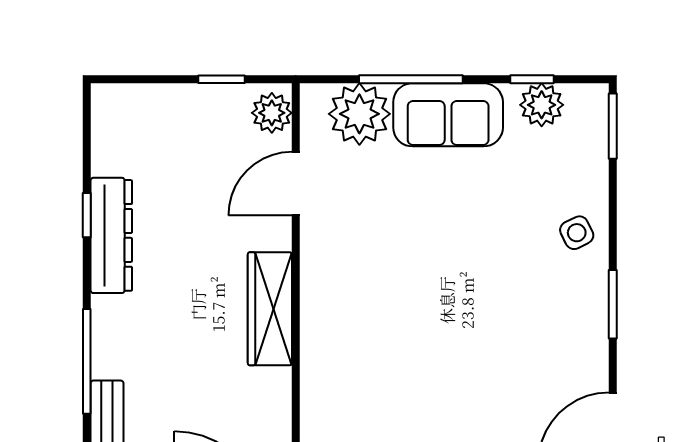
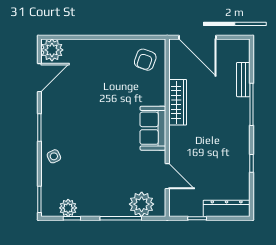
plant: (272, 113) -> (177, 205), removed
sofa: (448, 115) -> (153, 128), moved, turned -90
door: (296, 184) -> (167, 176), hinge flipped
dresser: (111, 235) -> (227, 208), moved, turned 90
wardrobe: (270, 309) -> (178, 102), moved

